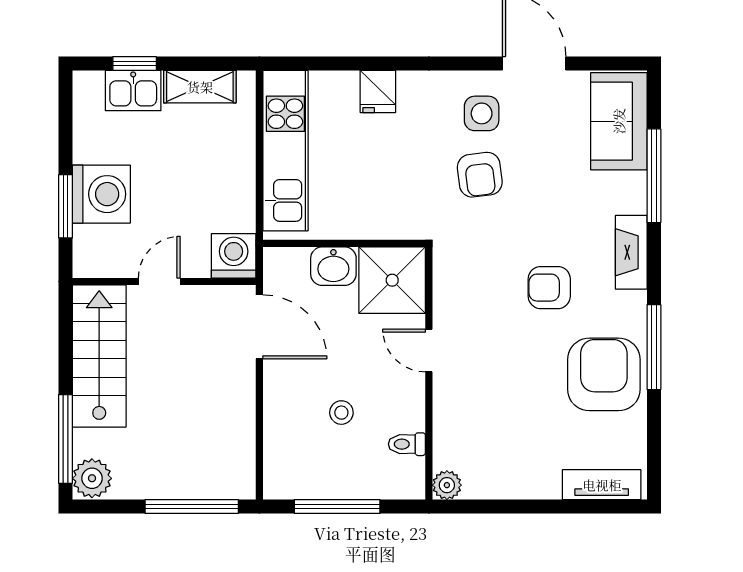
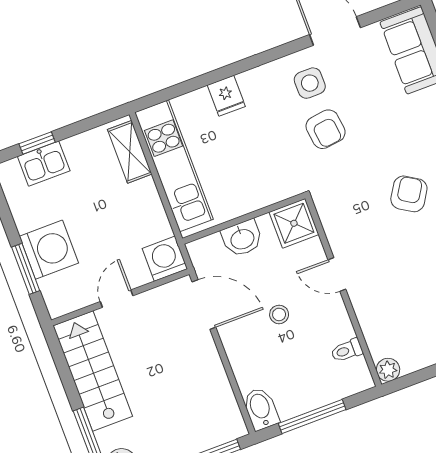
shelving: (200, 87) -> (130, 152), moved, turned 90
shower: (392, 280) -> (294, 223), width x0.73, depth x0.73
armchair: (549, 288) -> (409, 194), turned 122
stool: (341, 413) -> (279, 314), moved
bidet: (280, 475) -> (261, 409), added

